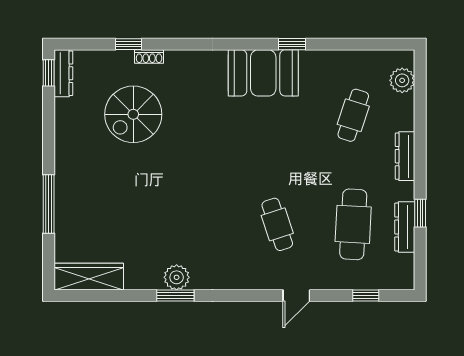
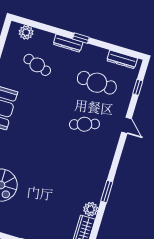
window: (420, 213) -> (81, 38), moved
dresser: (405, 227) -> (122, 59), moved
plant: (177, 277) -> (91, 209), moved

